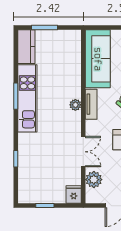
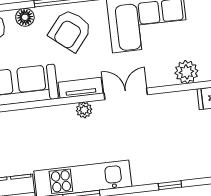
double door: (83, 152) -> (126, 94), moved

